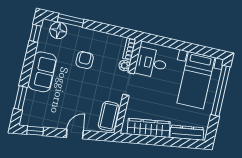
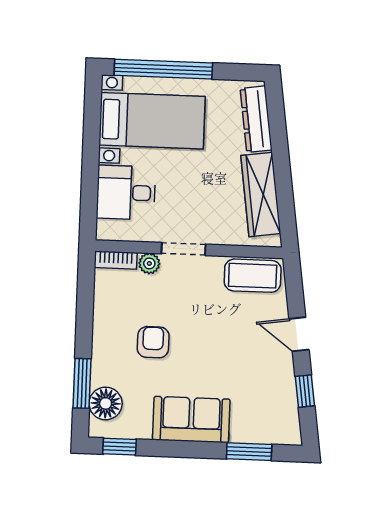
armchair: (85, 60) -> (153, 342), turned 90
desk: (151, 63) -> (126, 193), moved, turned 90
window: (35, 131) -> (305, 391), moved

